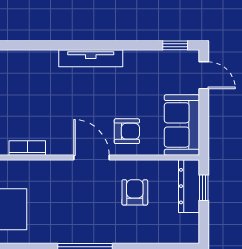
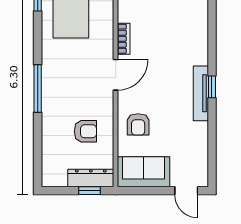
window: (175, 45) -> (212, 87), moved
door: (204, 75) -> (186, 191), hinge flipped
door: (91, 157) -> (116, 75), moved

